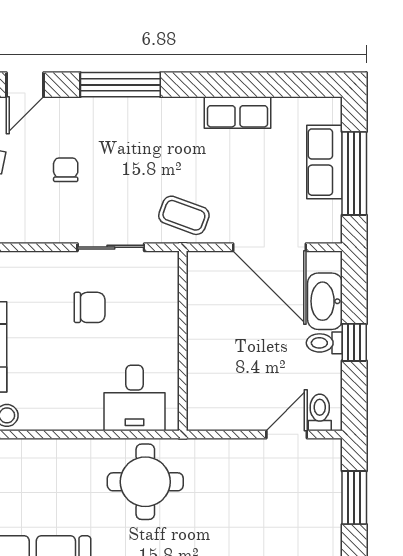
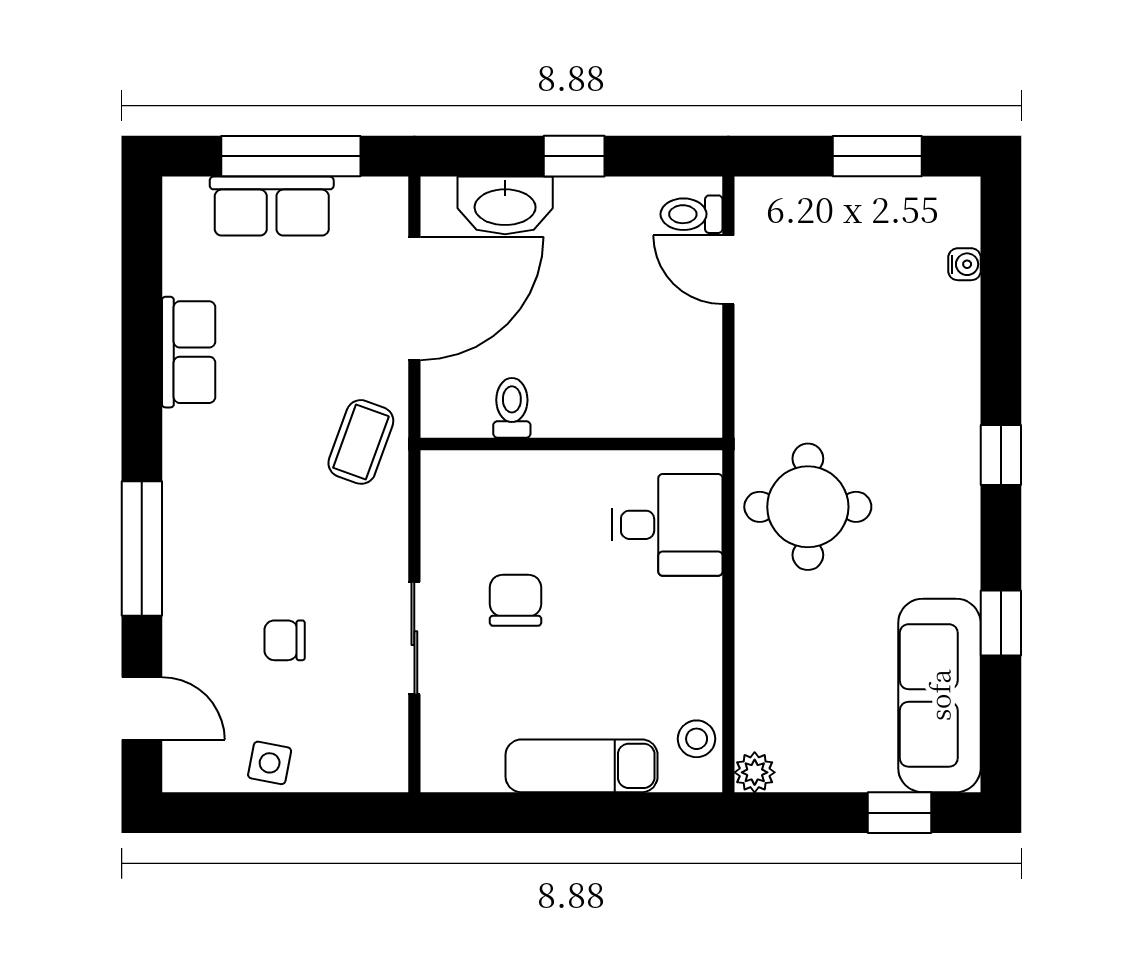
sliding door: (111, 247) -> (414, 638), moved
toilet: (324, 343) -> (512, 408), moved, turned 180
window: (354, 498) -> (877, 156), moved

